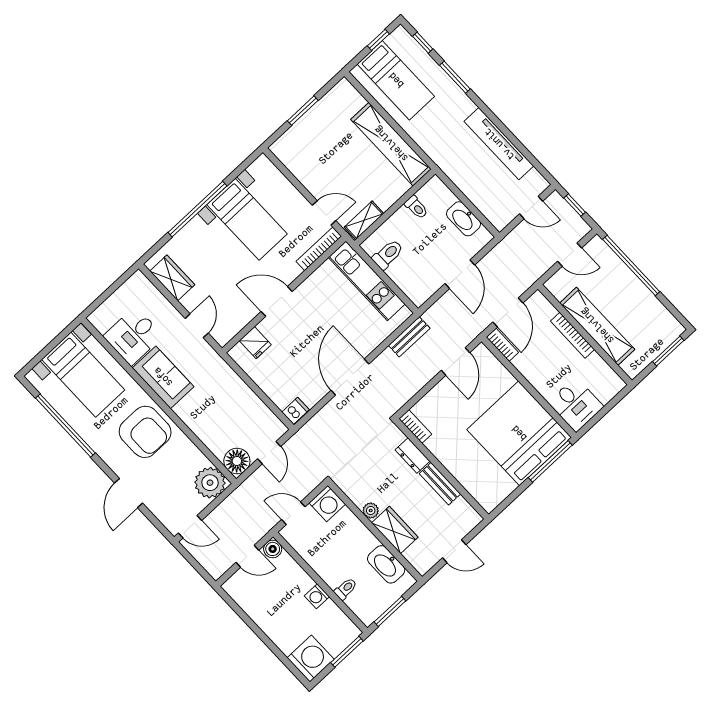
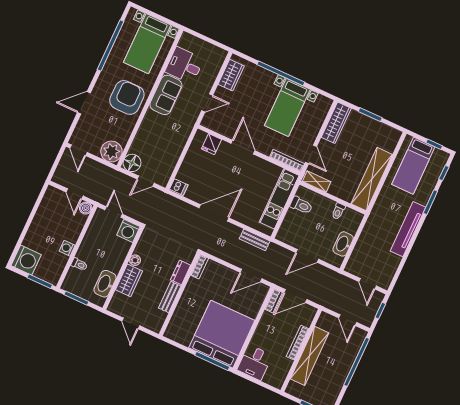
tv unit: (499, 144) -> (408, 229), moved
wardrobe: (295, 161) -> (336, 123), added
armchair: (145, 432) -> (127, 97), turned 180

